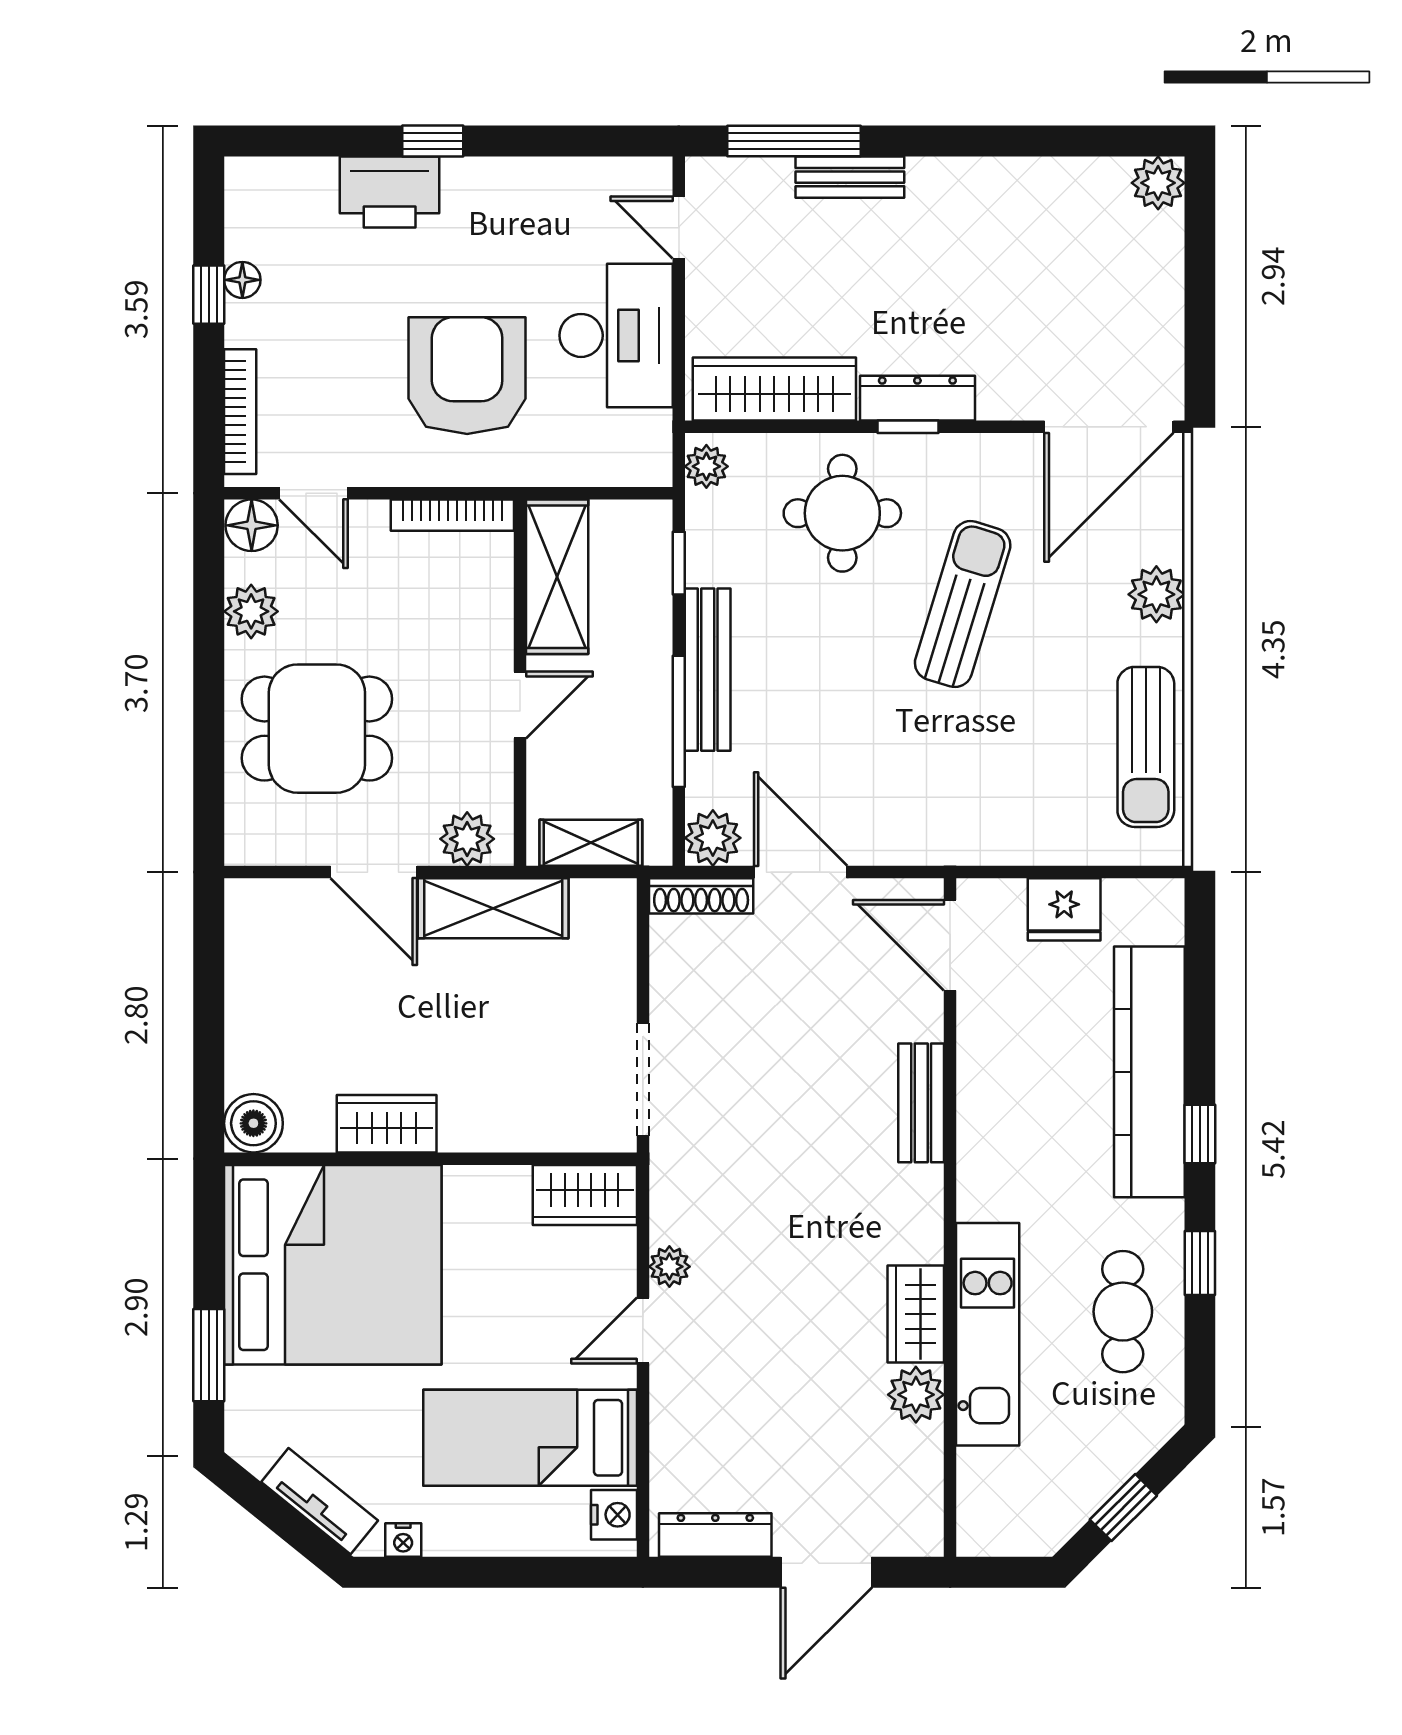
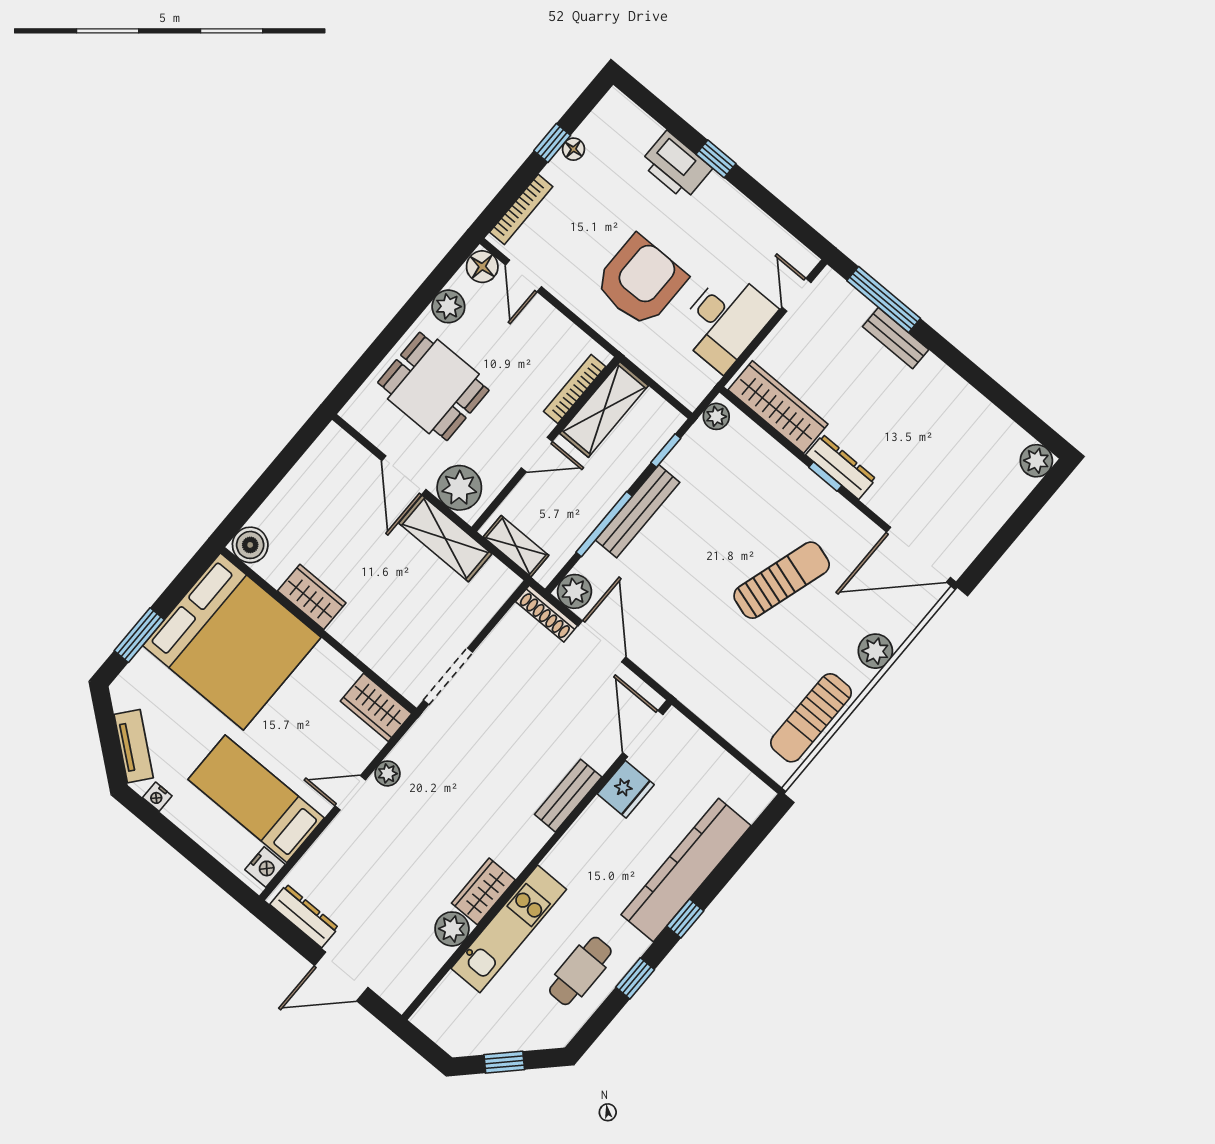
round table: (842, 513) -> (761, 491), removed
bookcase: (452, 515) -> (575, 389), moved, turned 90
plant: (467, 839) -> (459, 488), width x1.36, depth x1.36
fridge: (1064, 909) -> (626, 789), moved, turned -90

